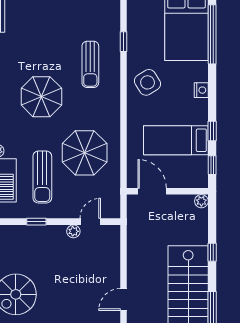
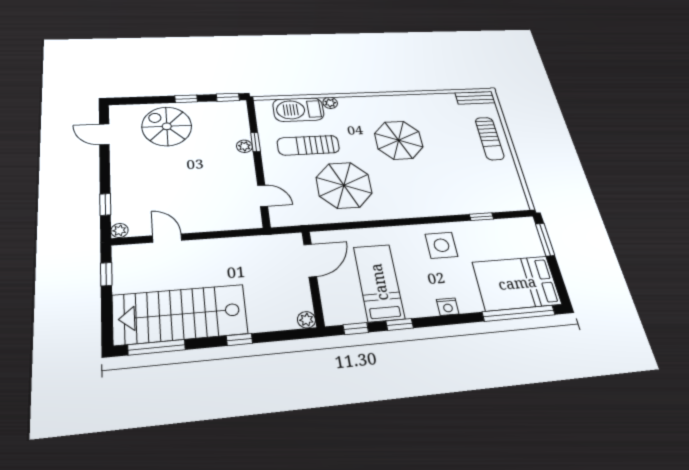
sun lounger: (90, 64) -> (490, 139), moved, turned -90
side table: (148, 82) -> (441, 245), turned 32
plant: (73, 231) -> (244, 146), moved

